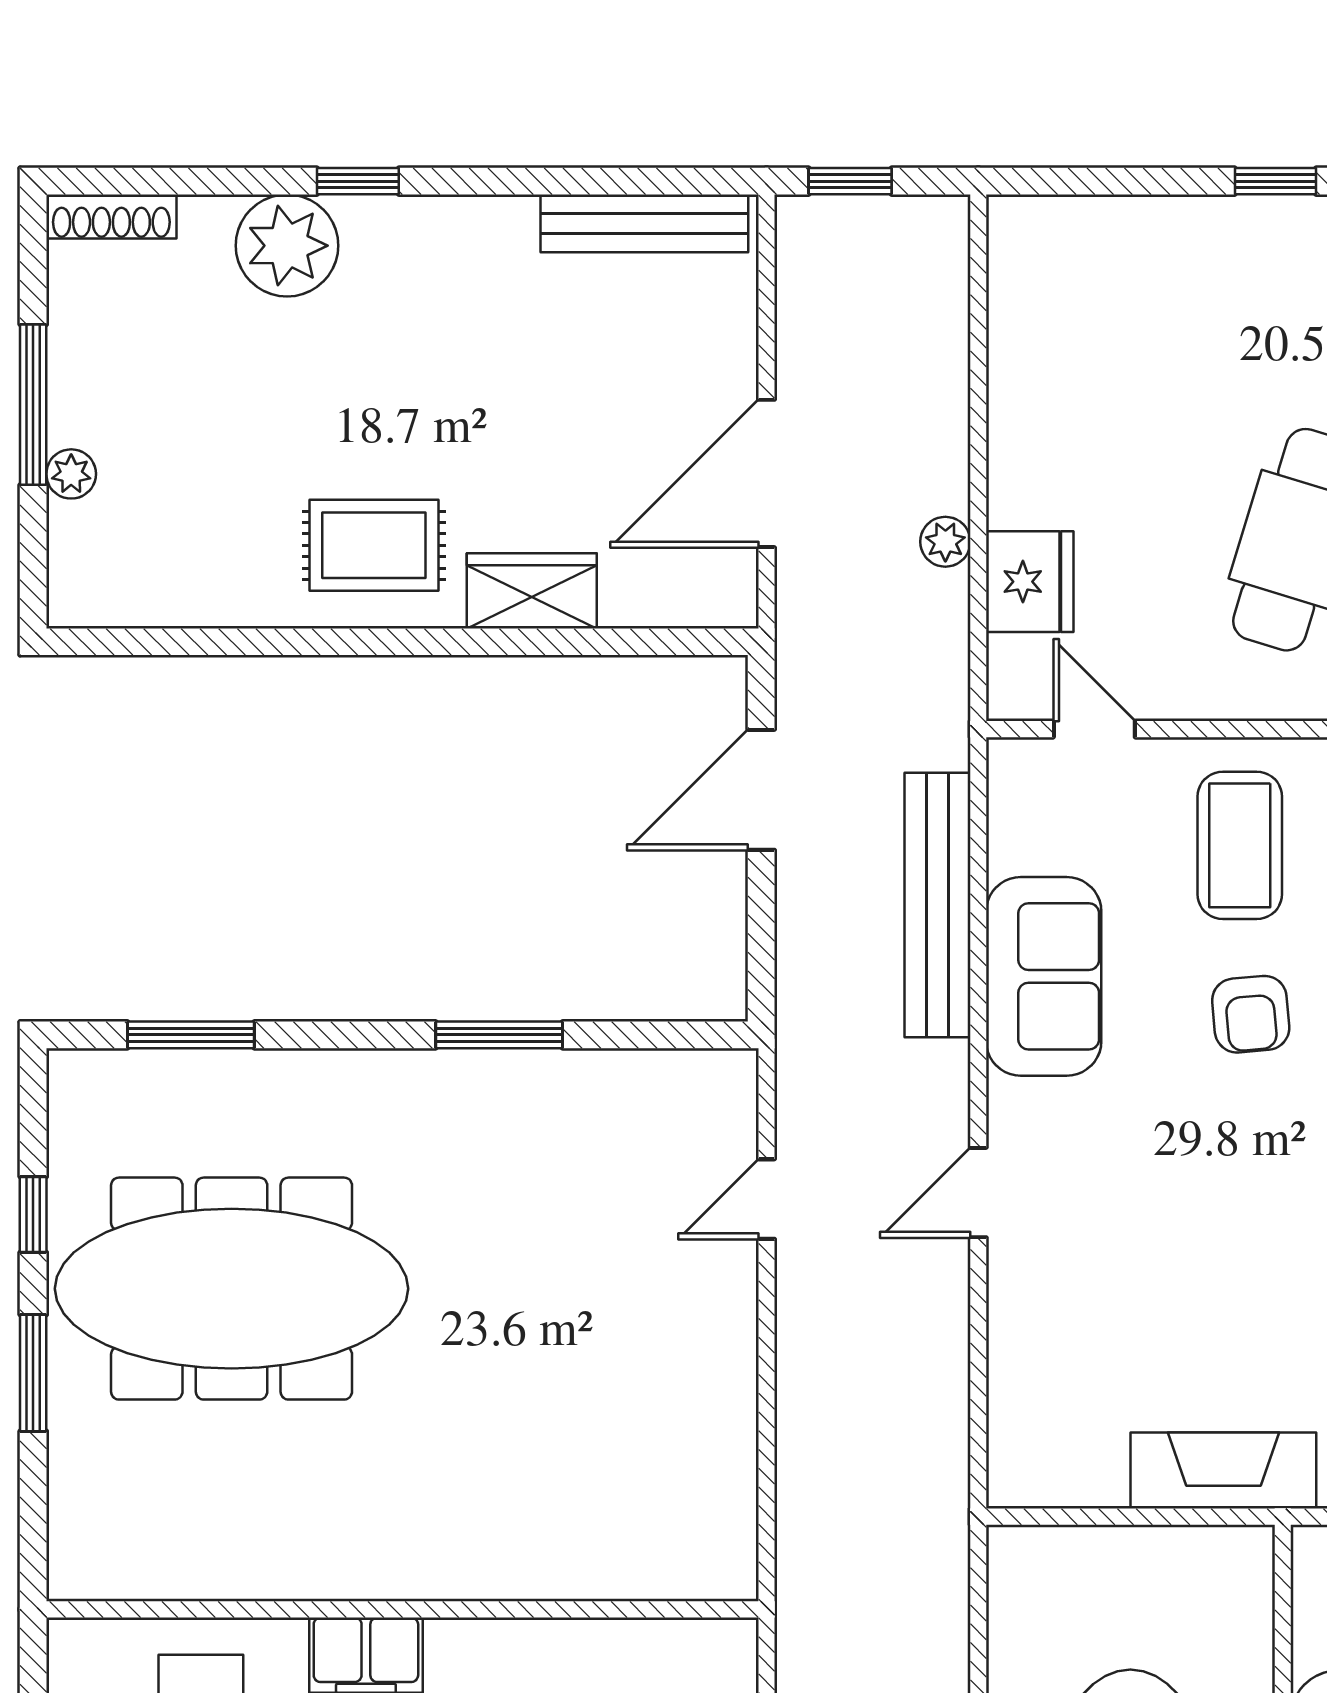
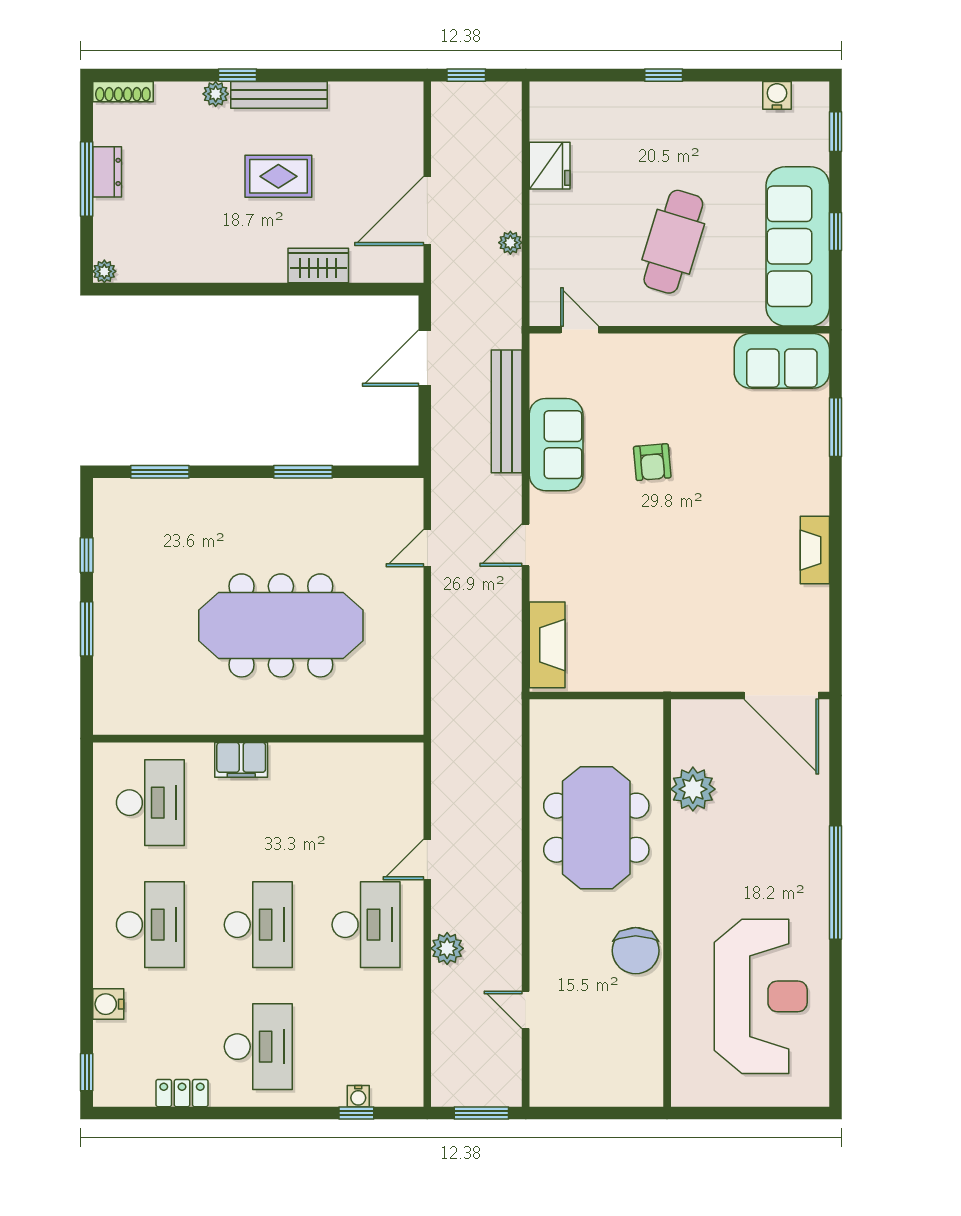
bench: (644, 223) -> (279, 95), moved
plant: (287, 246) -> (216, 94), width x0.53, depth x0.53
dresser: (77, 389) -> (107, 172), added
plant: (71, 474) -> (104, 271), moved
rug: (374, 545) -> (278, 176), moved
fridge: (1030, 582) -> (550, 166), moved
coffee table: (1240, 845) -> (647, 384), removed
meeting table: (232, 1289) -> (281, 625), moved
fireplace: (1223, 1471) -> (547, 645), moved, turned 90

